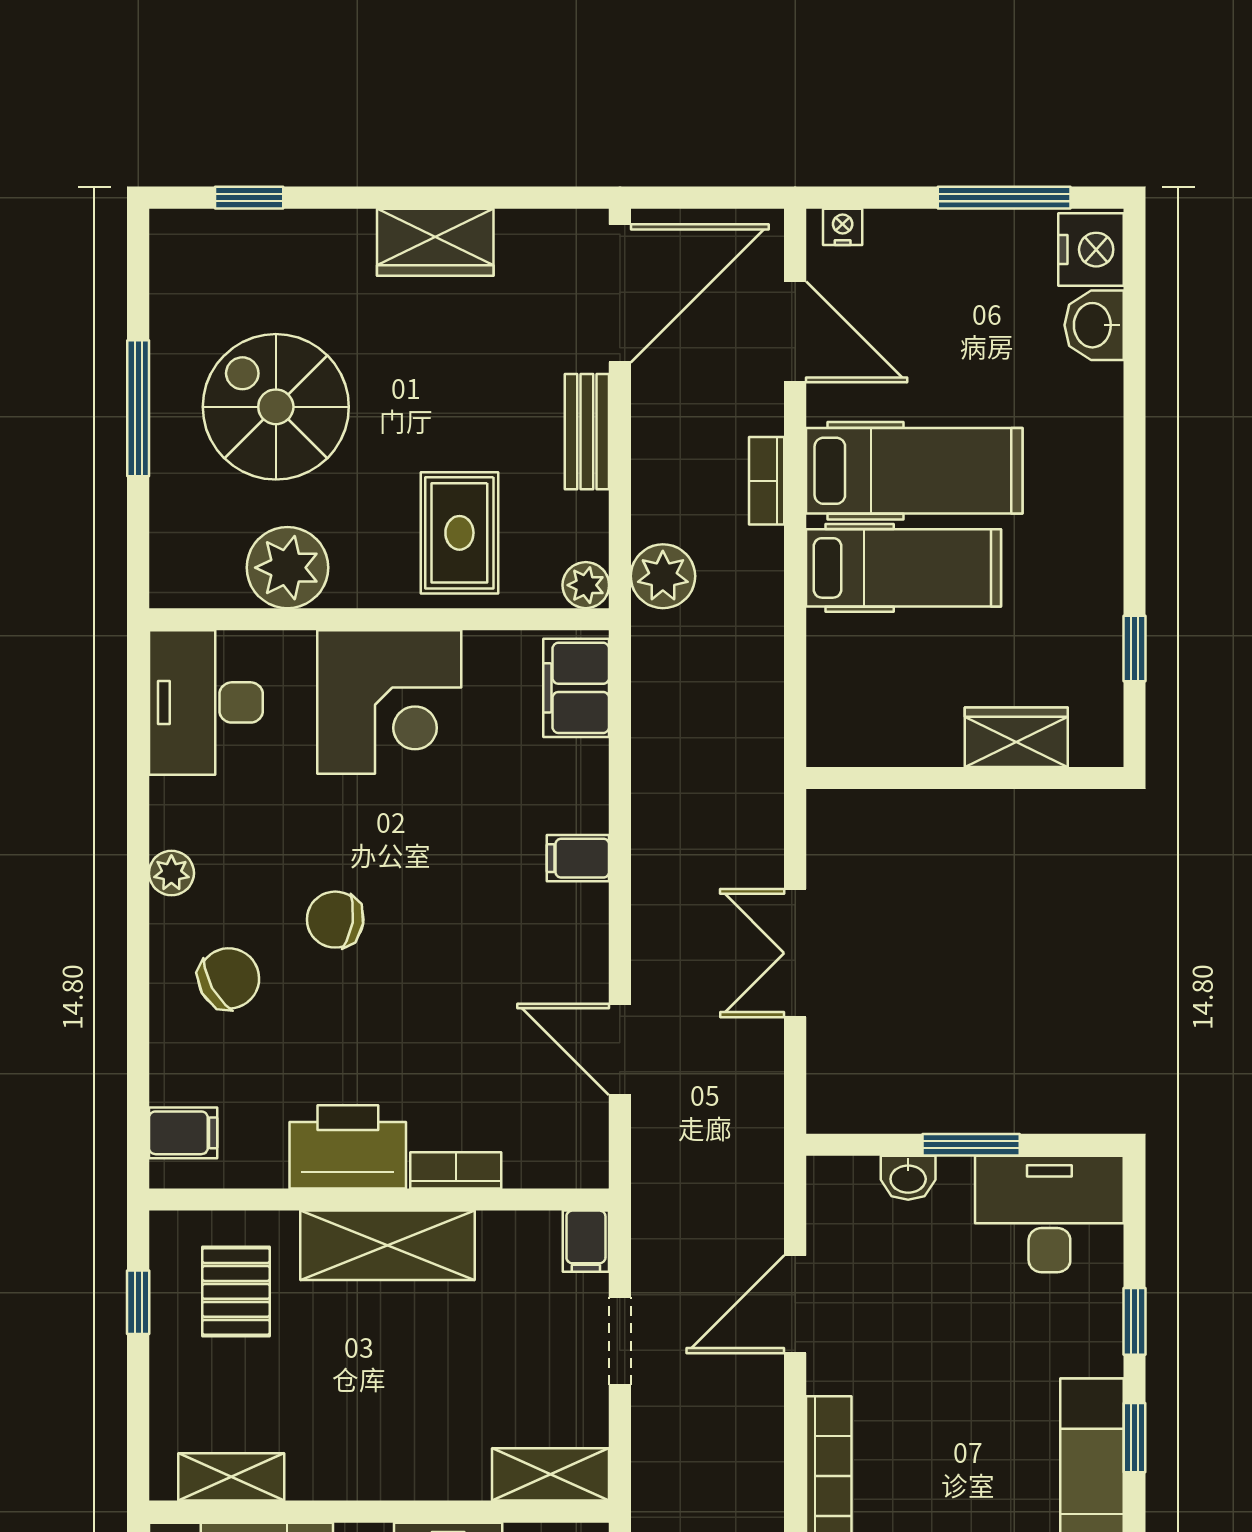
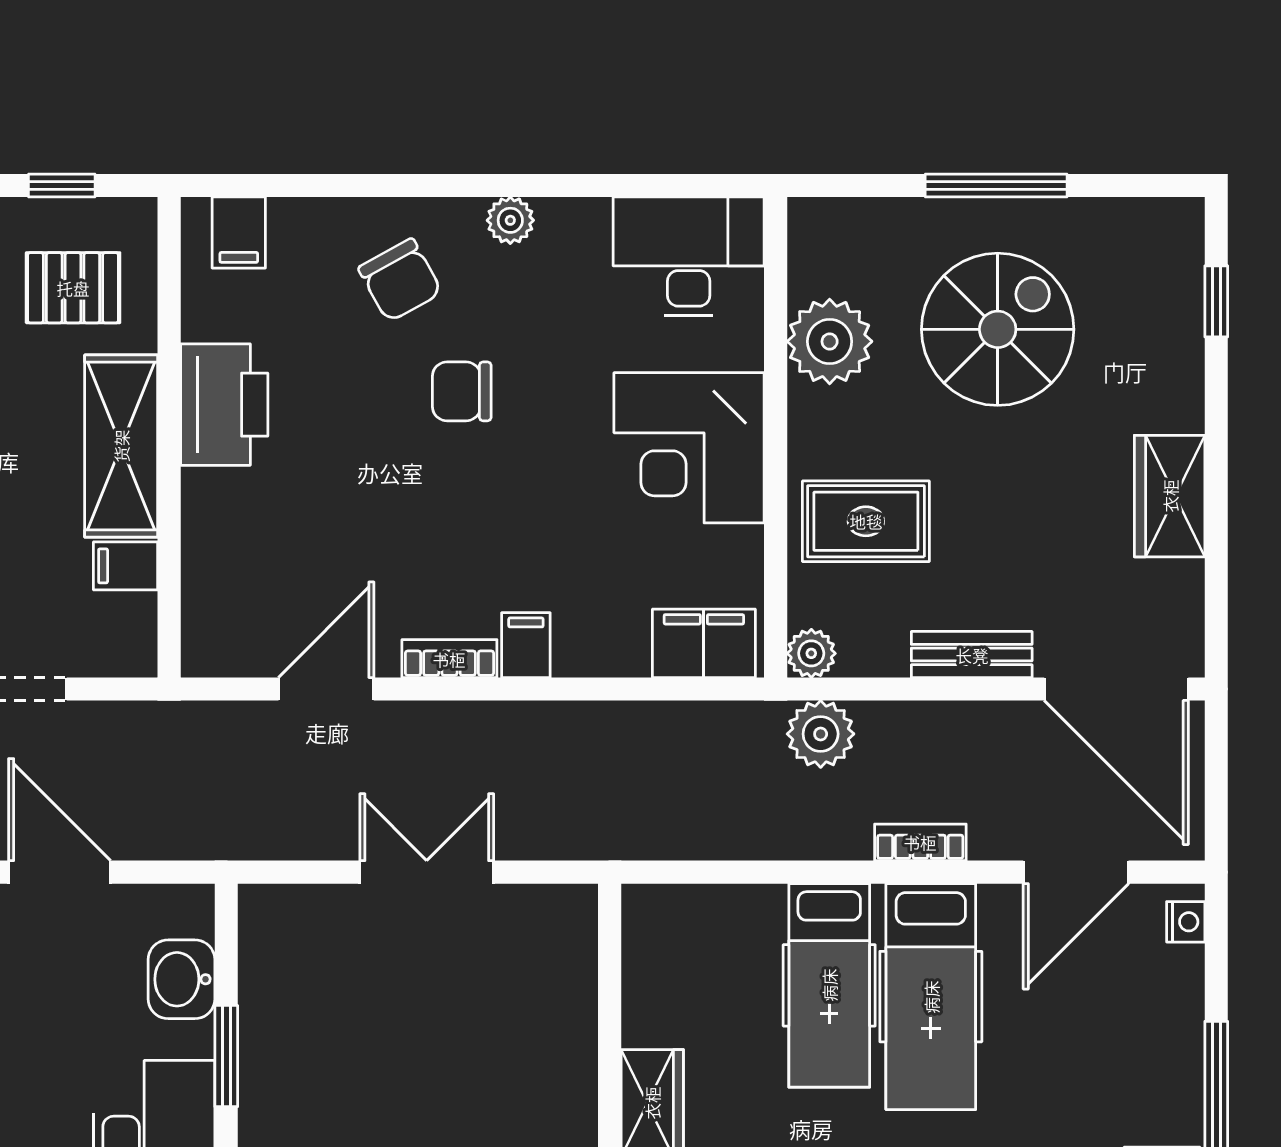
chair: (335, 920) -> (462, 391), turned -99
bookcase: (456, 1170) -> (449, 659), moved, turned -90
washbasin: (908, 1178) -> (182, 979), width x1.38, depth x1.45
filing cabinet: (586, 1241) -> (126, 566), moved

